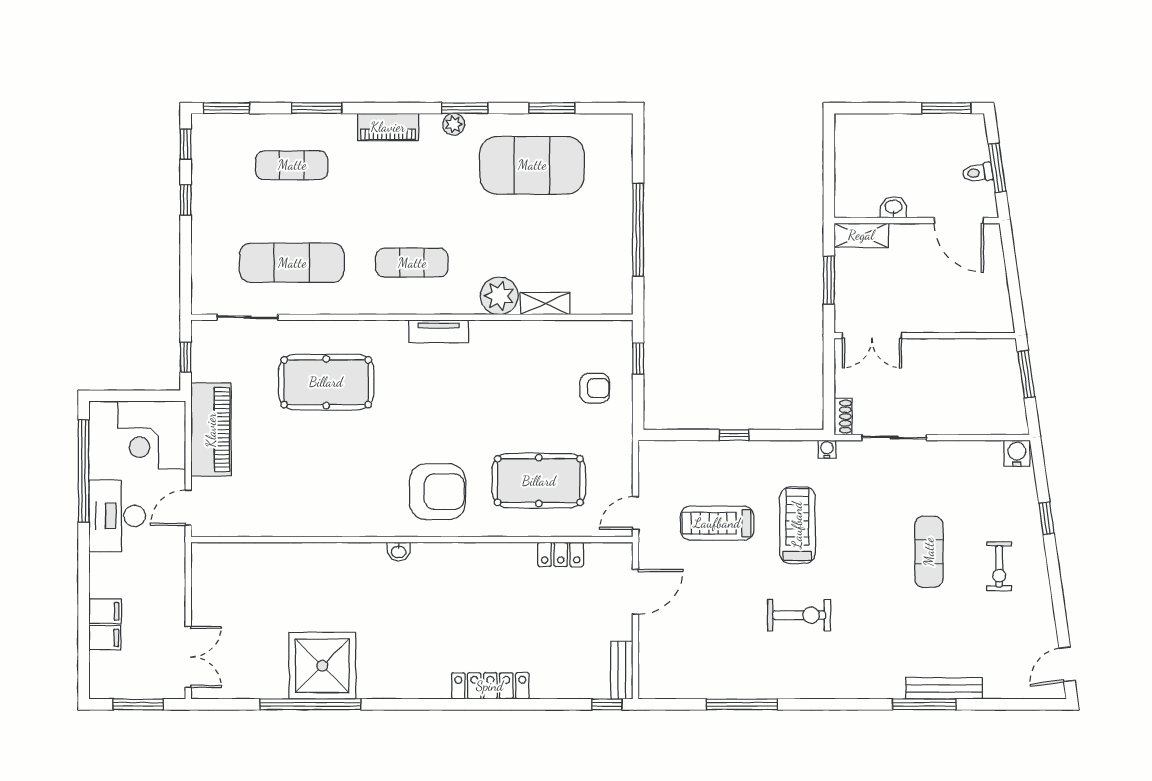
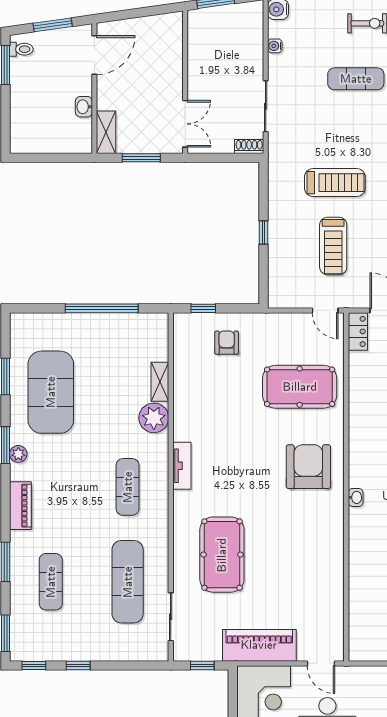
toilet: (978, 173) -> (21, 49), moved, turned -82
water cooler: (827, 449) -> (275, 46), moved
pool table: (539, 481) -> (300, 387), turned 90
treadmill: (797, 525) -> (335, 183), turned 180
locker: (561, 554) -> (358, 331), moved

